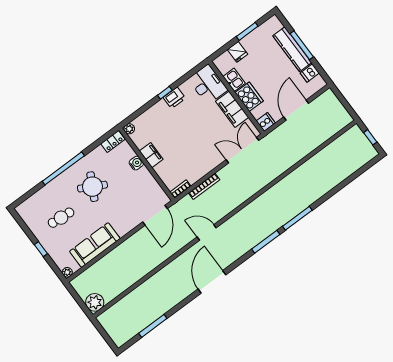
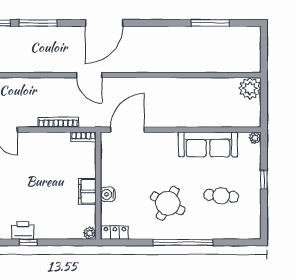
door: (212, 282) -> (104, 23), moved

